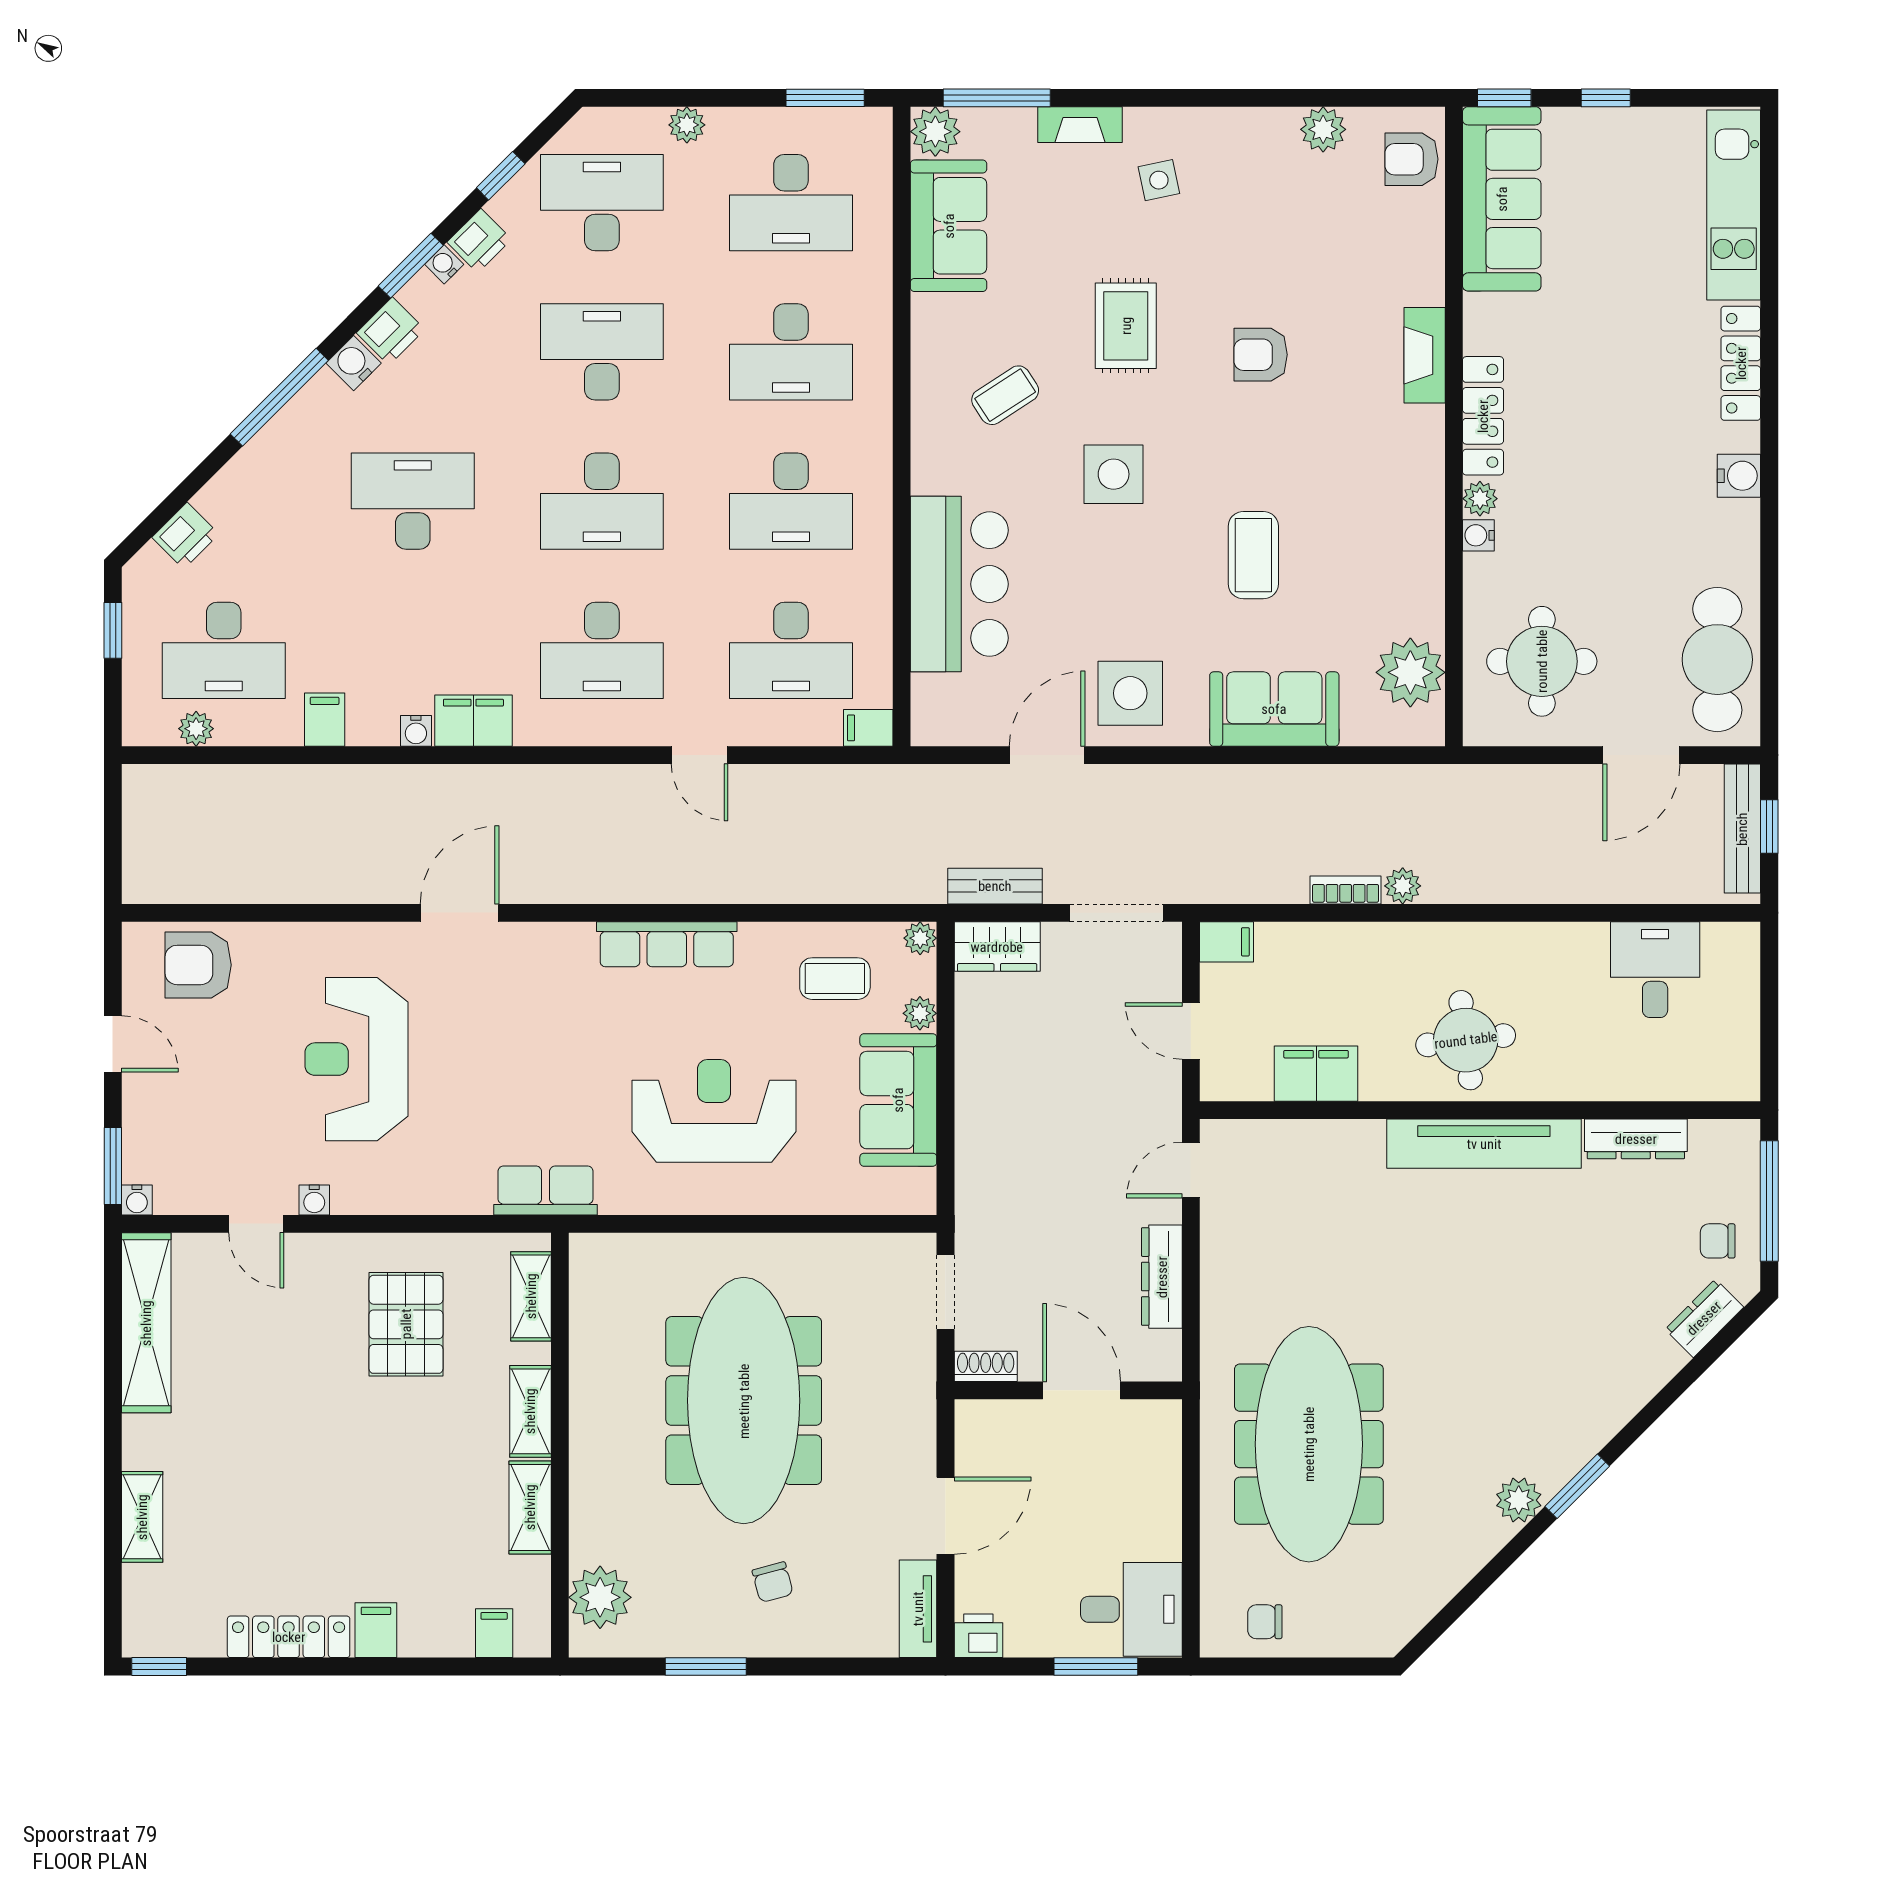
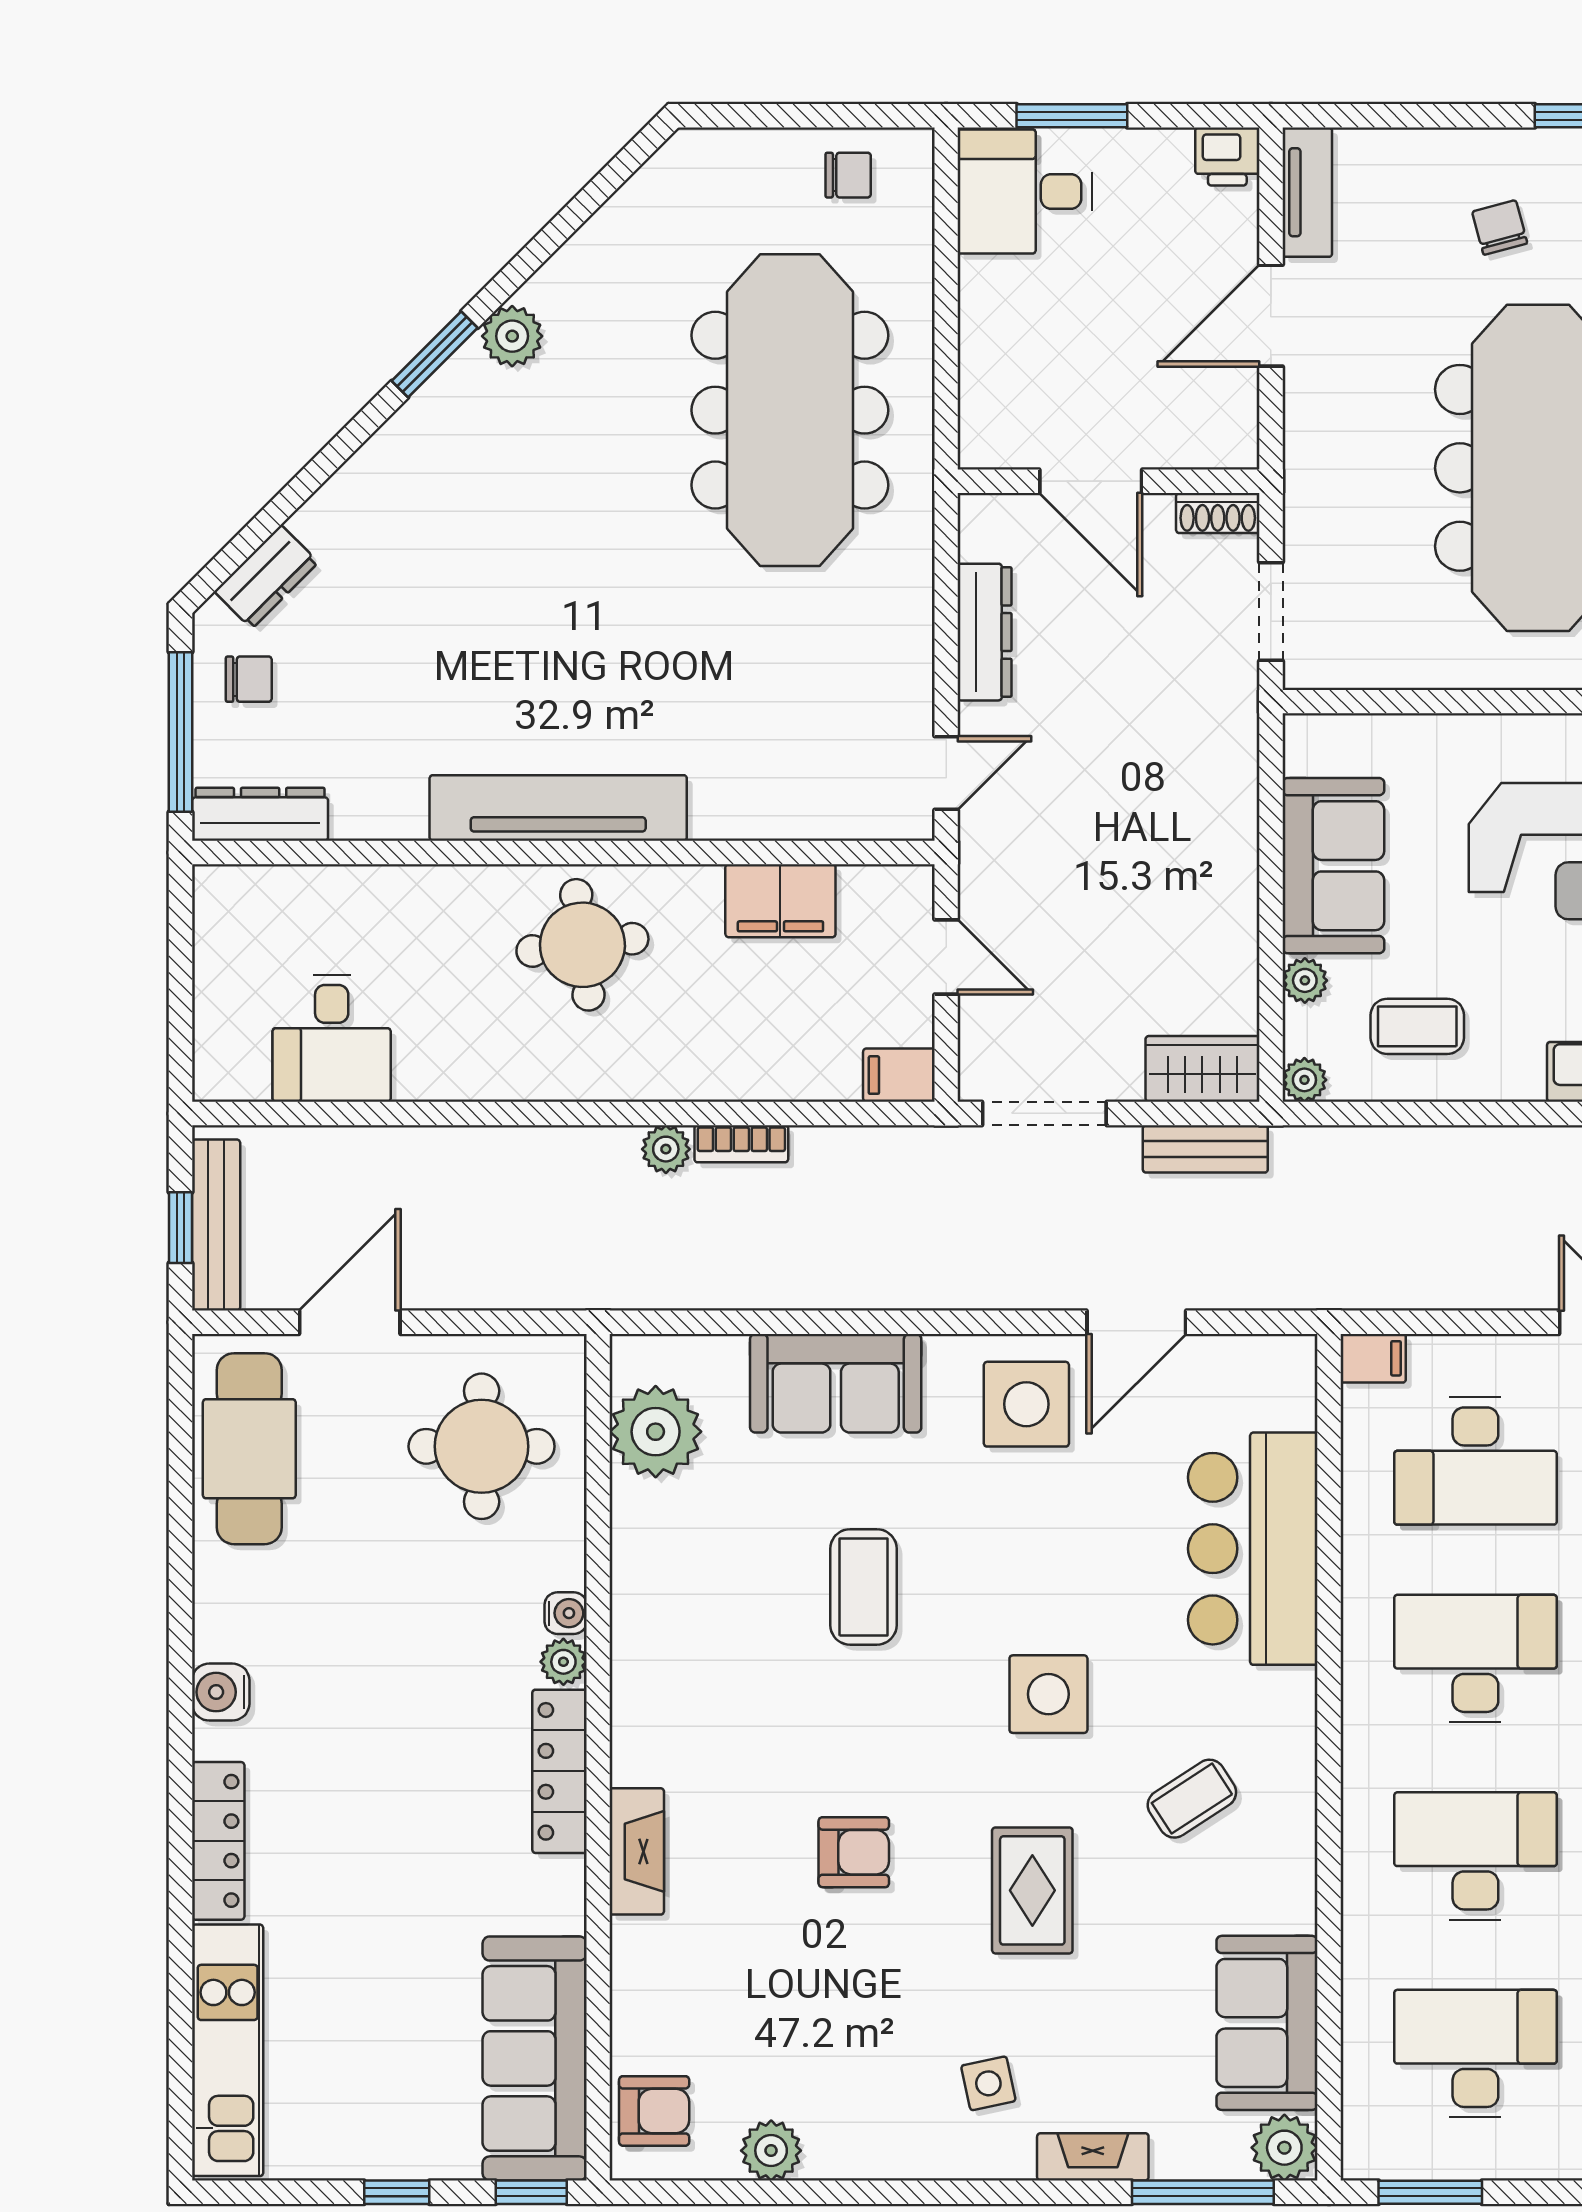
desk: (791, 650) -> (1475, 1461), turned 180
dresser: (1636, 1139) -> (260, 814), moved

